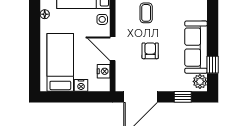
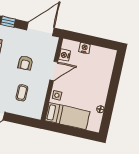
door: (113, 49) -> (54, 71), hinge flipped
bed: (60, 62) -> (97, 69), removed

